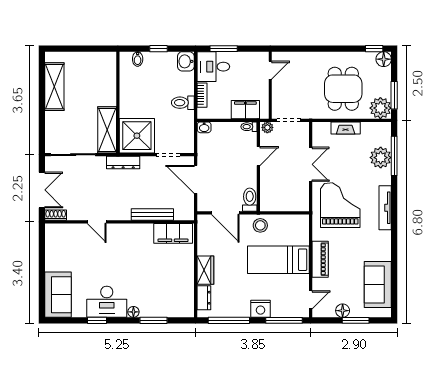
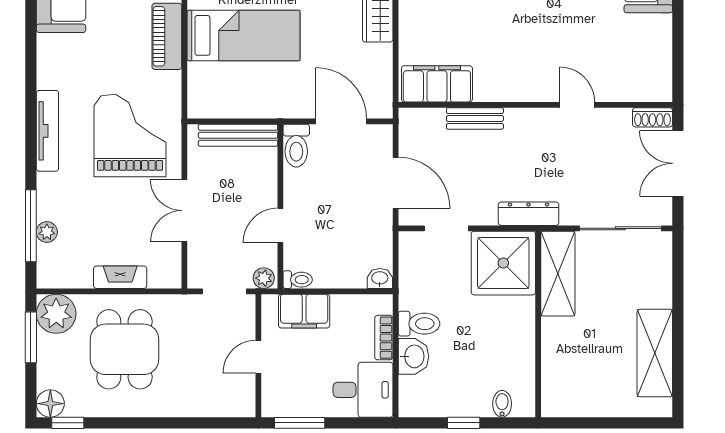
window: (224, 49) -> (300, 423), moved
washbasin: (186, 61) -> (413, 356), moved
door: (270, 70) -> (258, 357), moved
plant: (381, 158) -> (47, 232), width x0.53, depth x0.53
bench: (281, 205) -> (238, 135), added
grand piano: (340, 205) -> (130, 136), turned 180
bench: (152, 214) -> (475, 118), width x0.73
stool: (260, 225) -> (277, 98), removed

